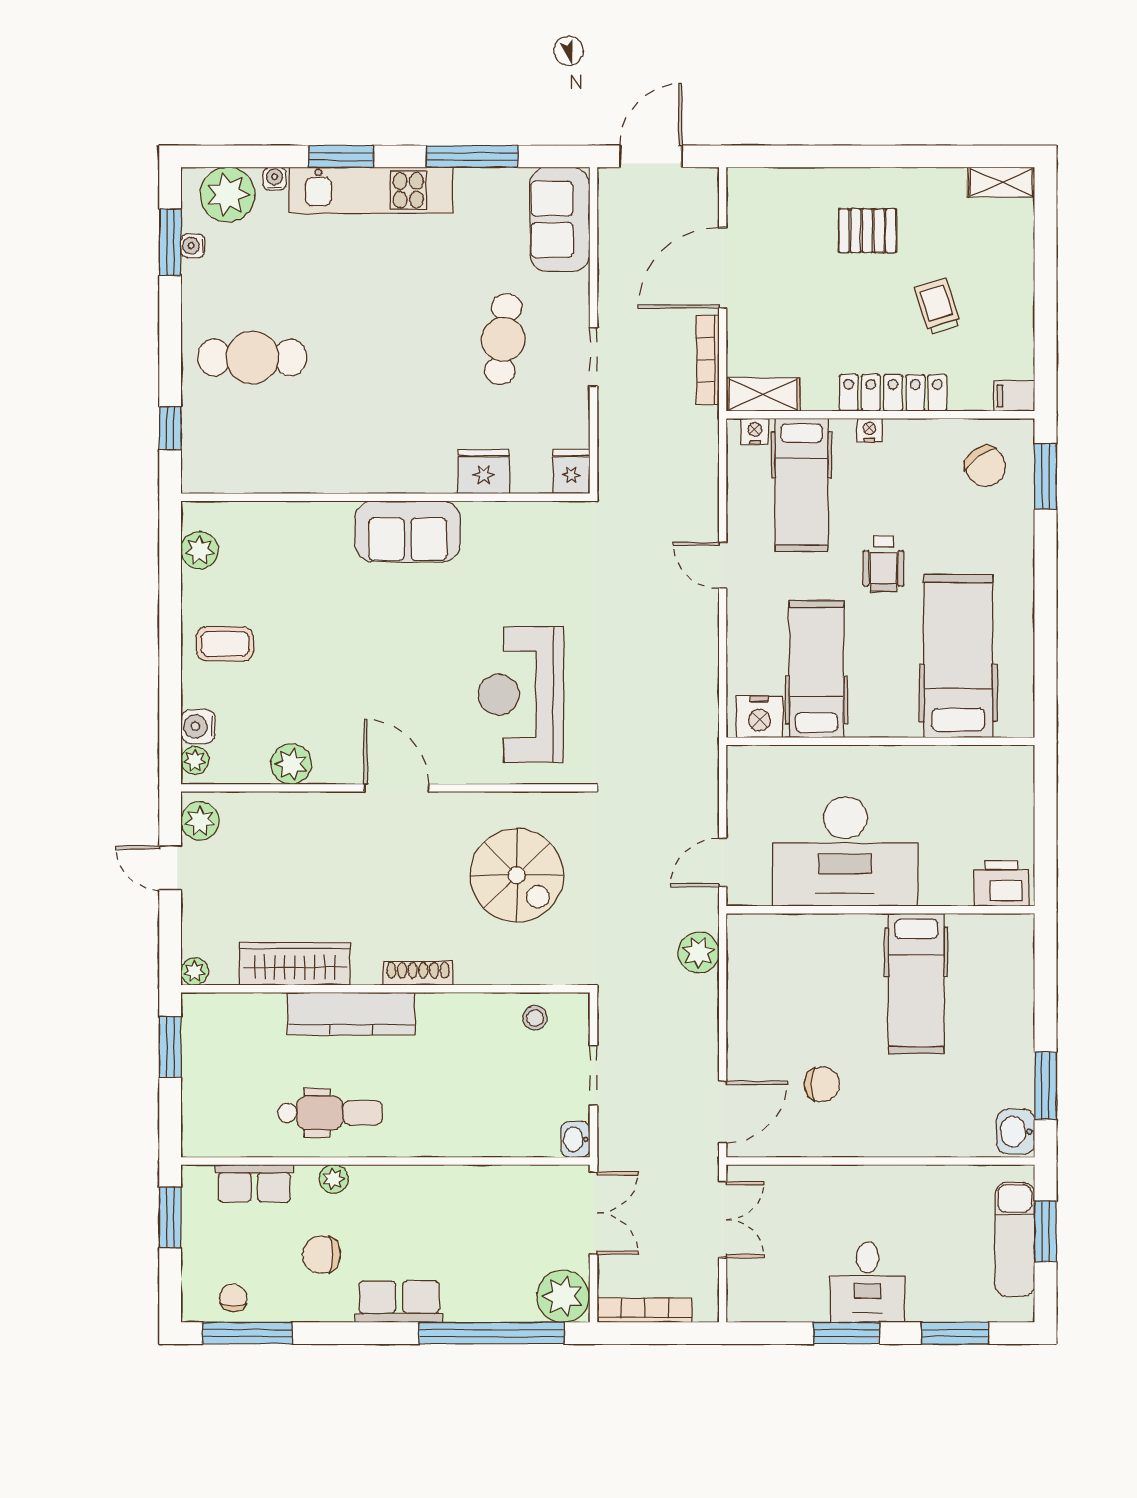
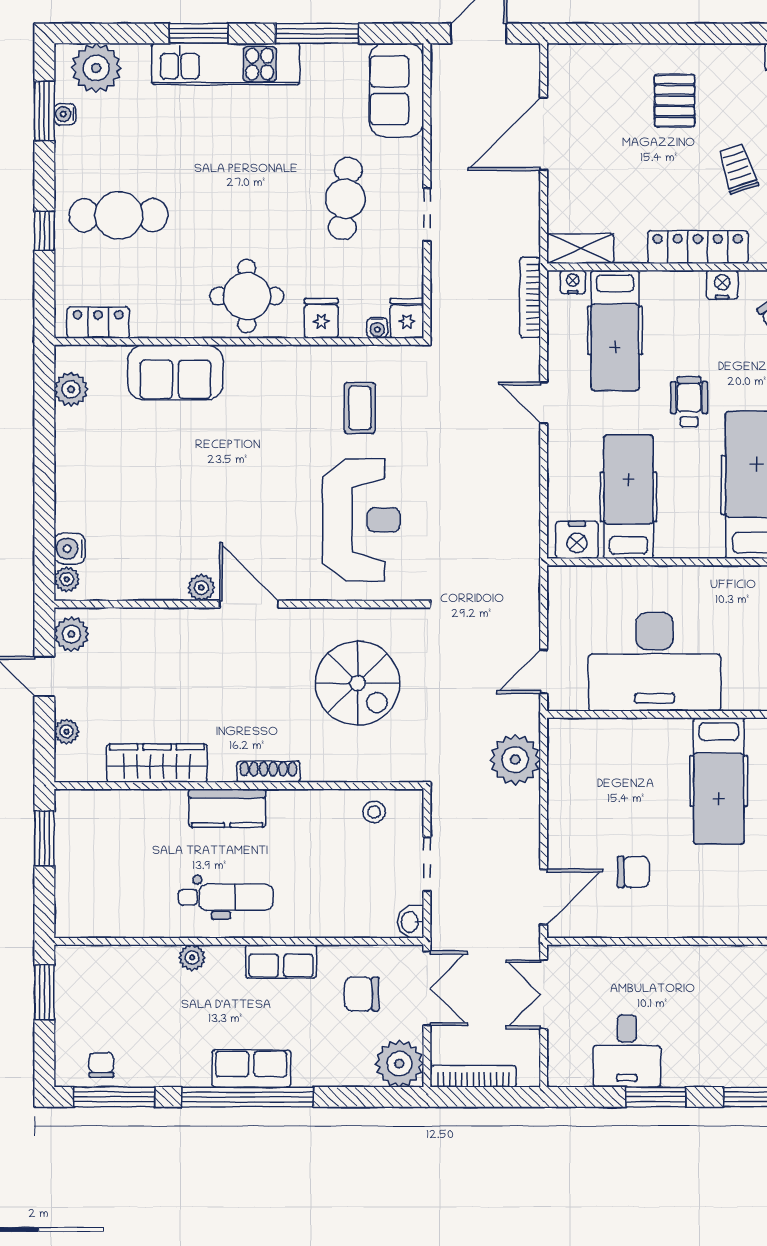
water cooler: (274, 179) -> (377, 328), moved, turned 180
pallet: (867, 231) -> (675, 101), turned 90
bookcase: (708, 360) -> (530, 297), moved
window: (170, 428) -> (44, 231), moved
nightstand: (869, 430) -> (722, 285), moved, width x1.39, depth x1.35
round table: (394, 447) -> (247, 296), added
fridge: (484, 472) -> (321, 318), width x0.72
locker: (230, 476) -> (98, 323), added
sofa: (408, 531) -> (175, 372), moved
wheelchair: (883, 564) -> (689, 402), turned 180
coffee table: (225, 644) -> (360, 408), moved, turned 90
reception desk: (521, 695) -> (361, 520), turned 180
plant: (291, 764) -> (201, 588), moved, width x0.73, depth x0.73
plant: (699, 953) -> (515, 760), width x1.36, depth x1.36
plant: (195, 972) -> (66, 732), moved
kitchen counter: (351, 1014) -> (227, 808), width x0.67
dental chair: (330, 1113) -> (226, 897), moved
row of seats: (254, 1183) -> (281, 961), moved
double door: (723, 1220) -> (544, 994), swing flipped
chair: (321, 1255) -> (362, 994), moved
desk: (868, 1282) -> (627, 1051), moved
window: (492, 1333) -> (248, 1097), moved

